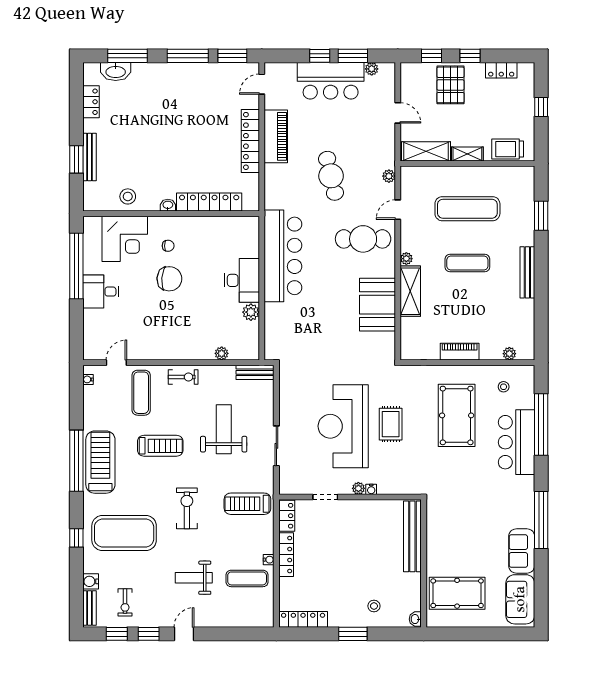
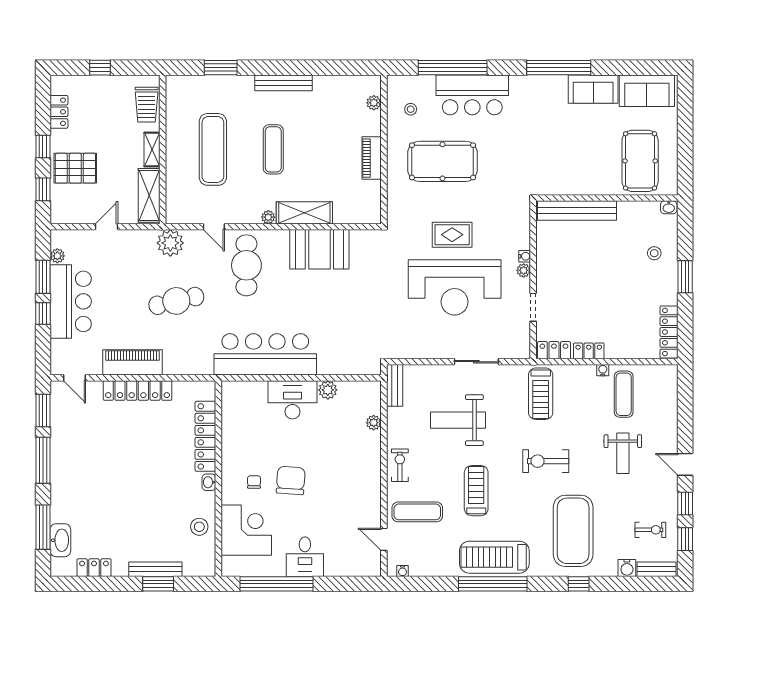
plant: (389, 176) -> (170, 243), width x1.88, depth x1.88
locker: (286, 555) -> (589, 351), width x0.66

